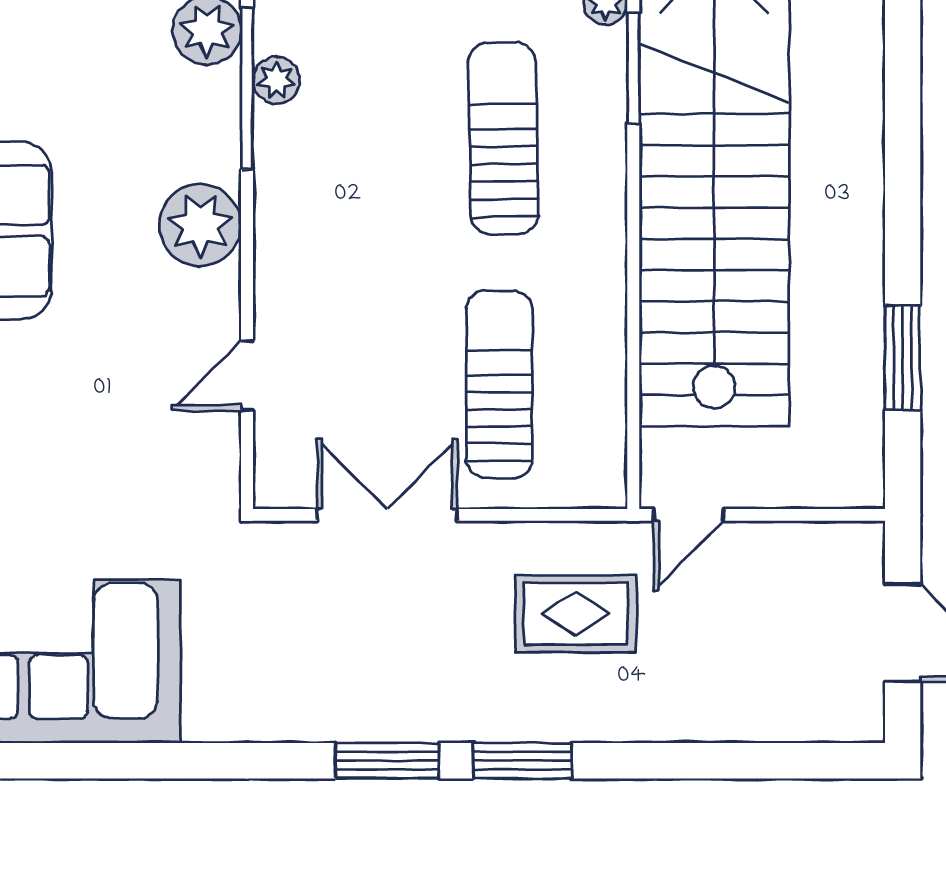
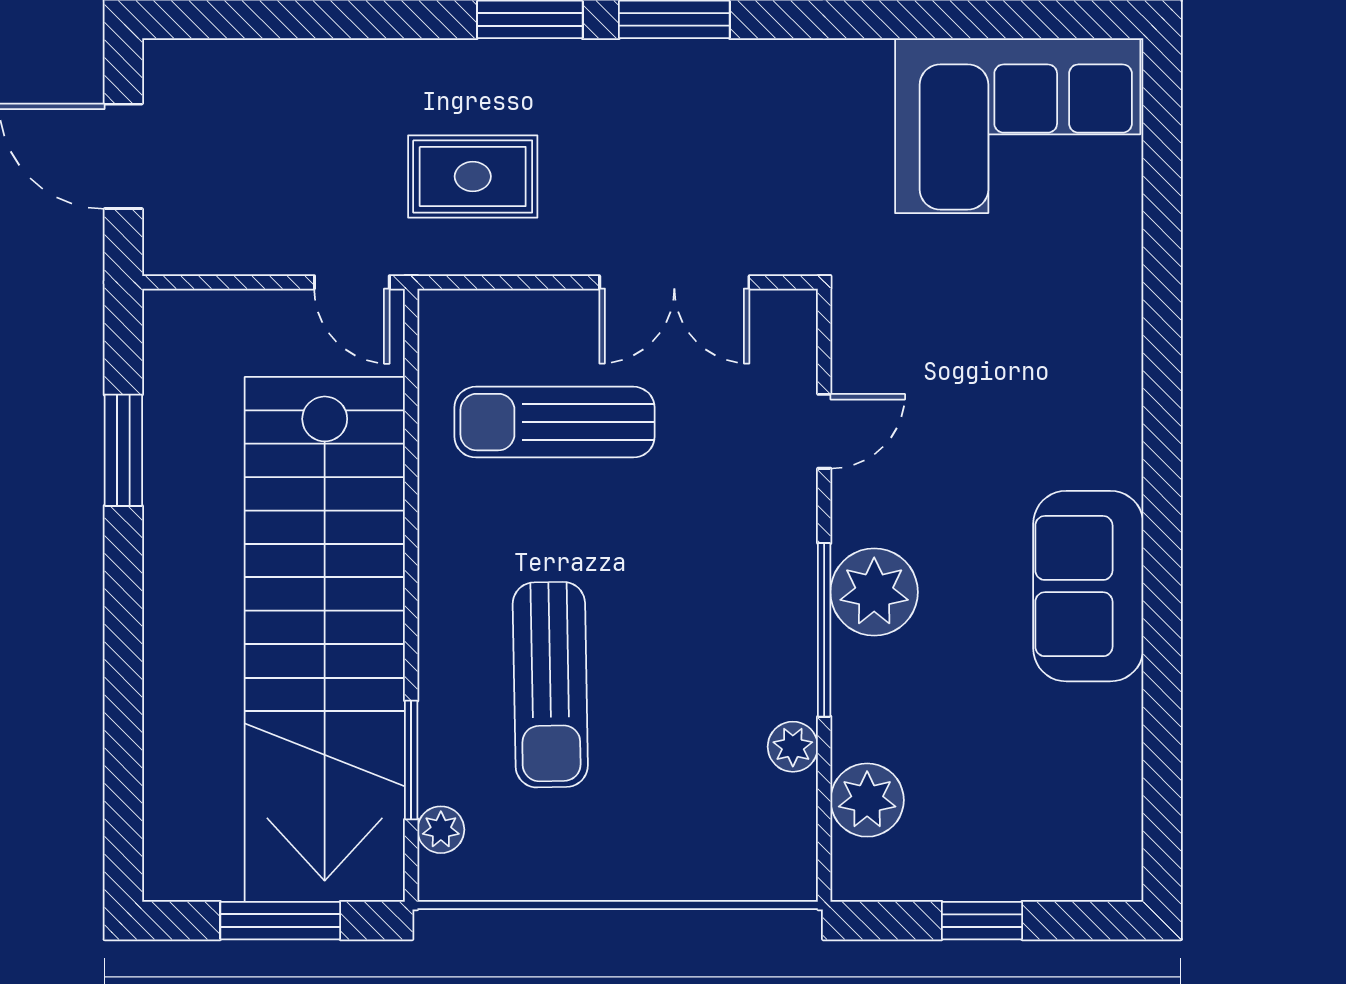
window: (247, 88) -> (824, 630), moved
sun lounger: (499, 384) -> (555, 422), turned 90
door: (689, 515) -> (352, 282), swing flipped

